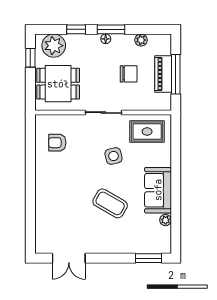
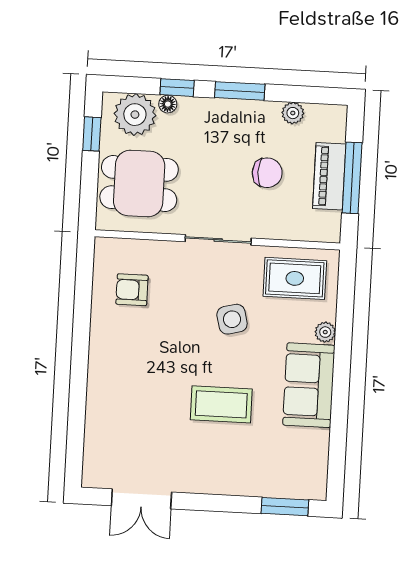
floor lamp: (106, 39) -> (168, 104), moved
coffee table: (110, 203) -> (221, 404), turned -30
plant: (166, 220) -> (325, 332), moved

